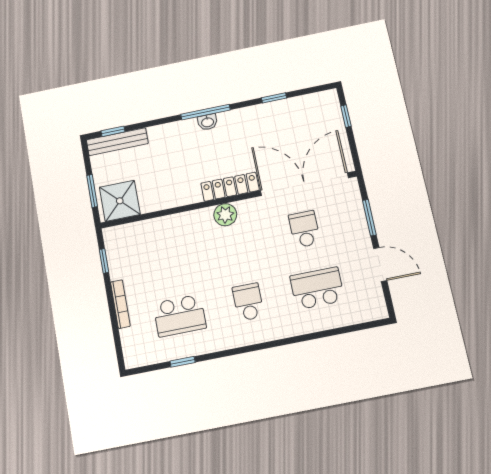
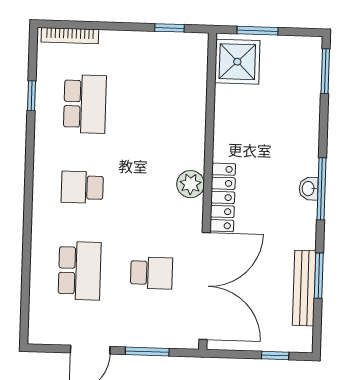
window: (274, 98) -> (319, 276), width x1.50
window: (113, 131) -> (325, 71), width x1.50
bench: (117, 142) -> (304, 288), moved
school desk: (248, 302) -> (82, 187), turned 180
bookcase: (120, 304) -> (70, 36), moved
school desk: (180, 316) -> (85, 104), turned 180

